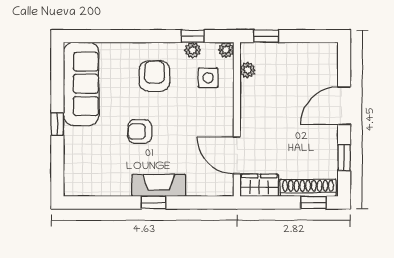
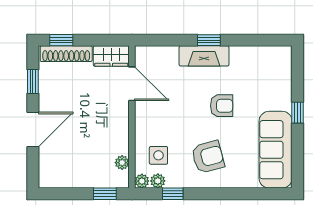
plant: (193, 50) -> (158, 181), moved
armchair: (154, 76) -> (208, 157), turned -105

